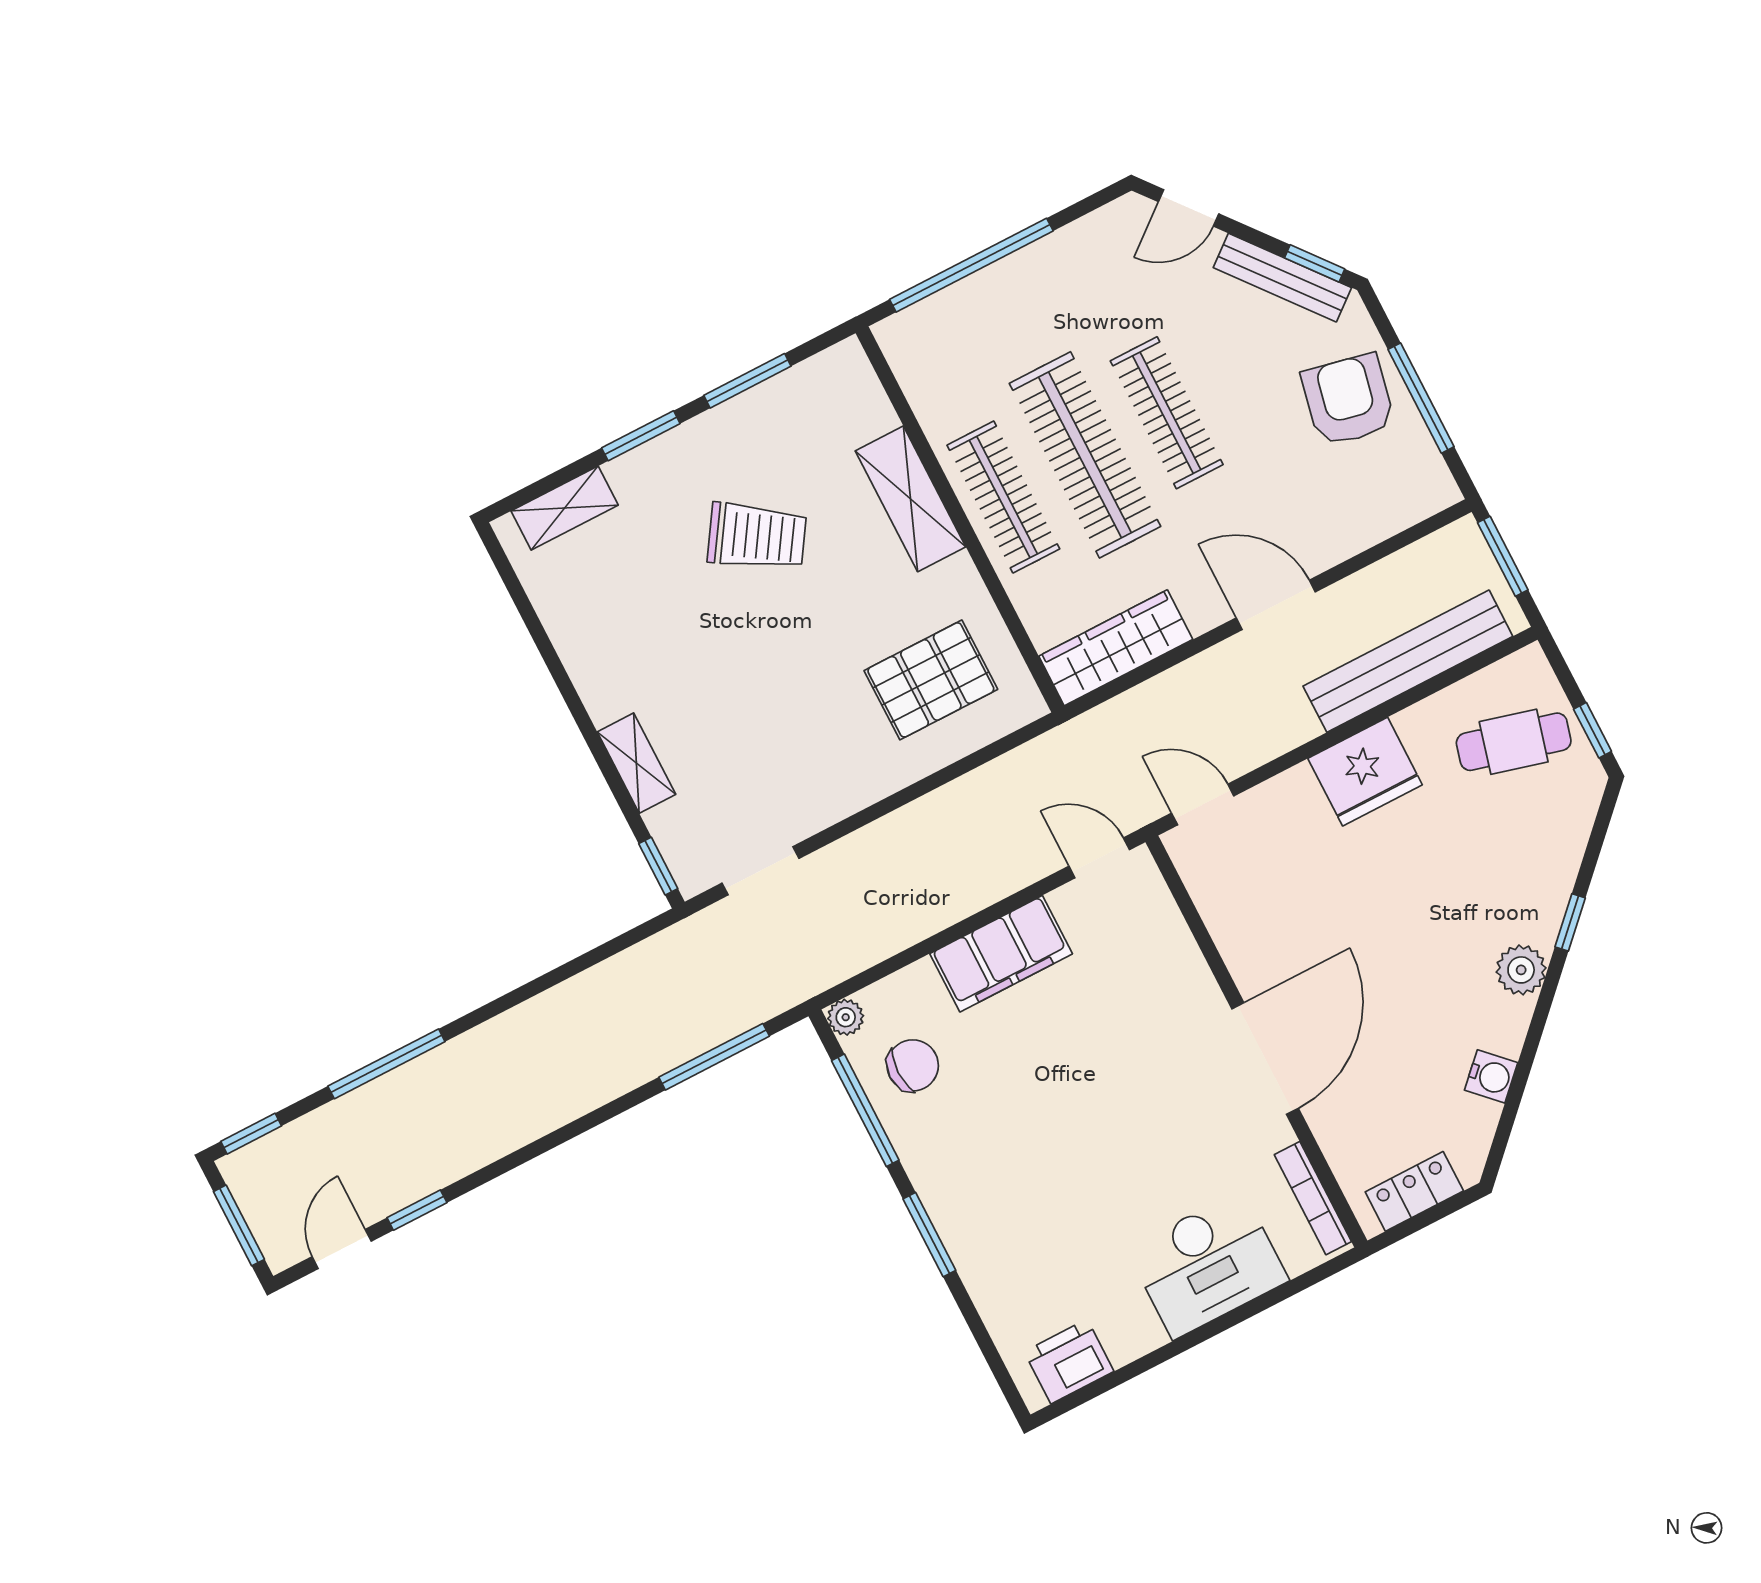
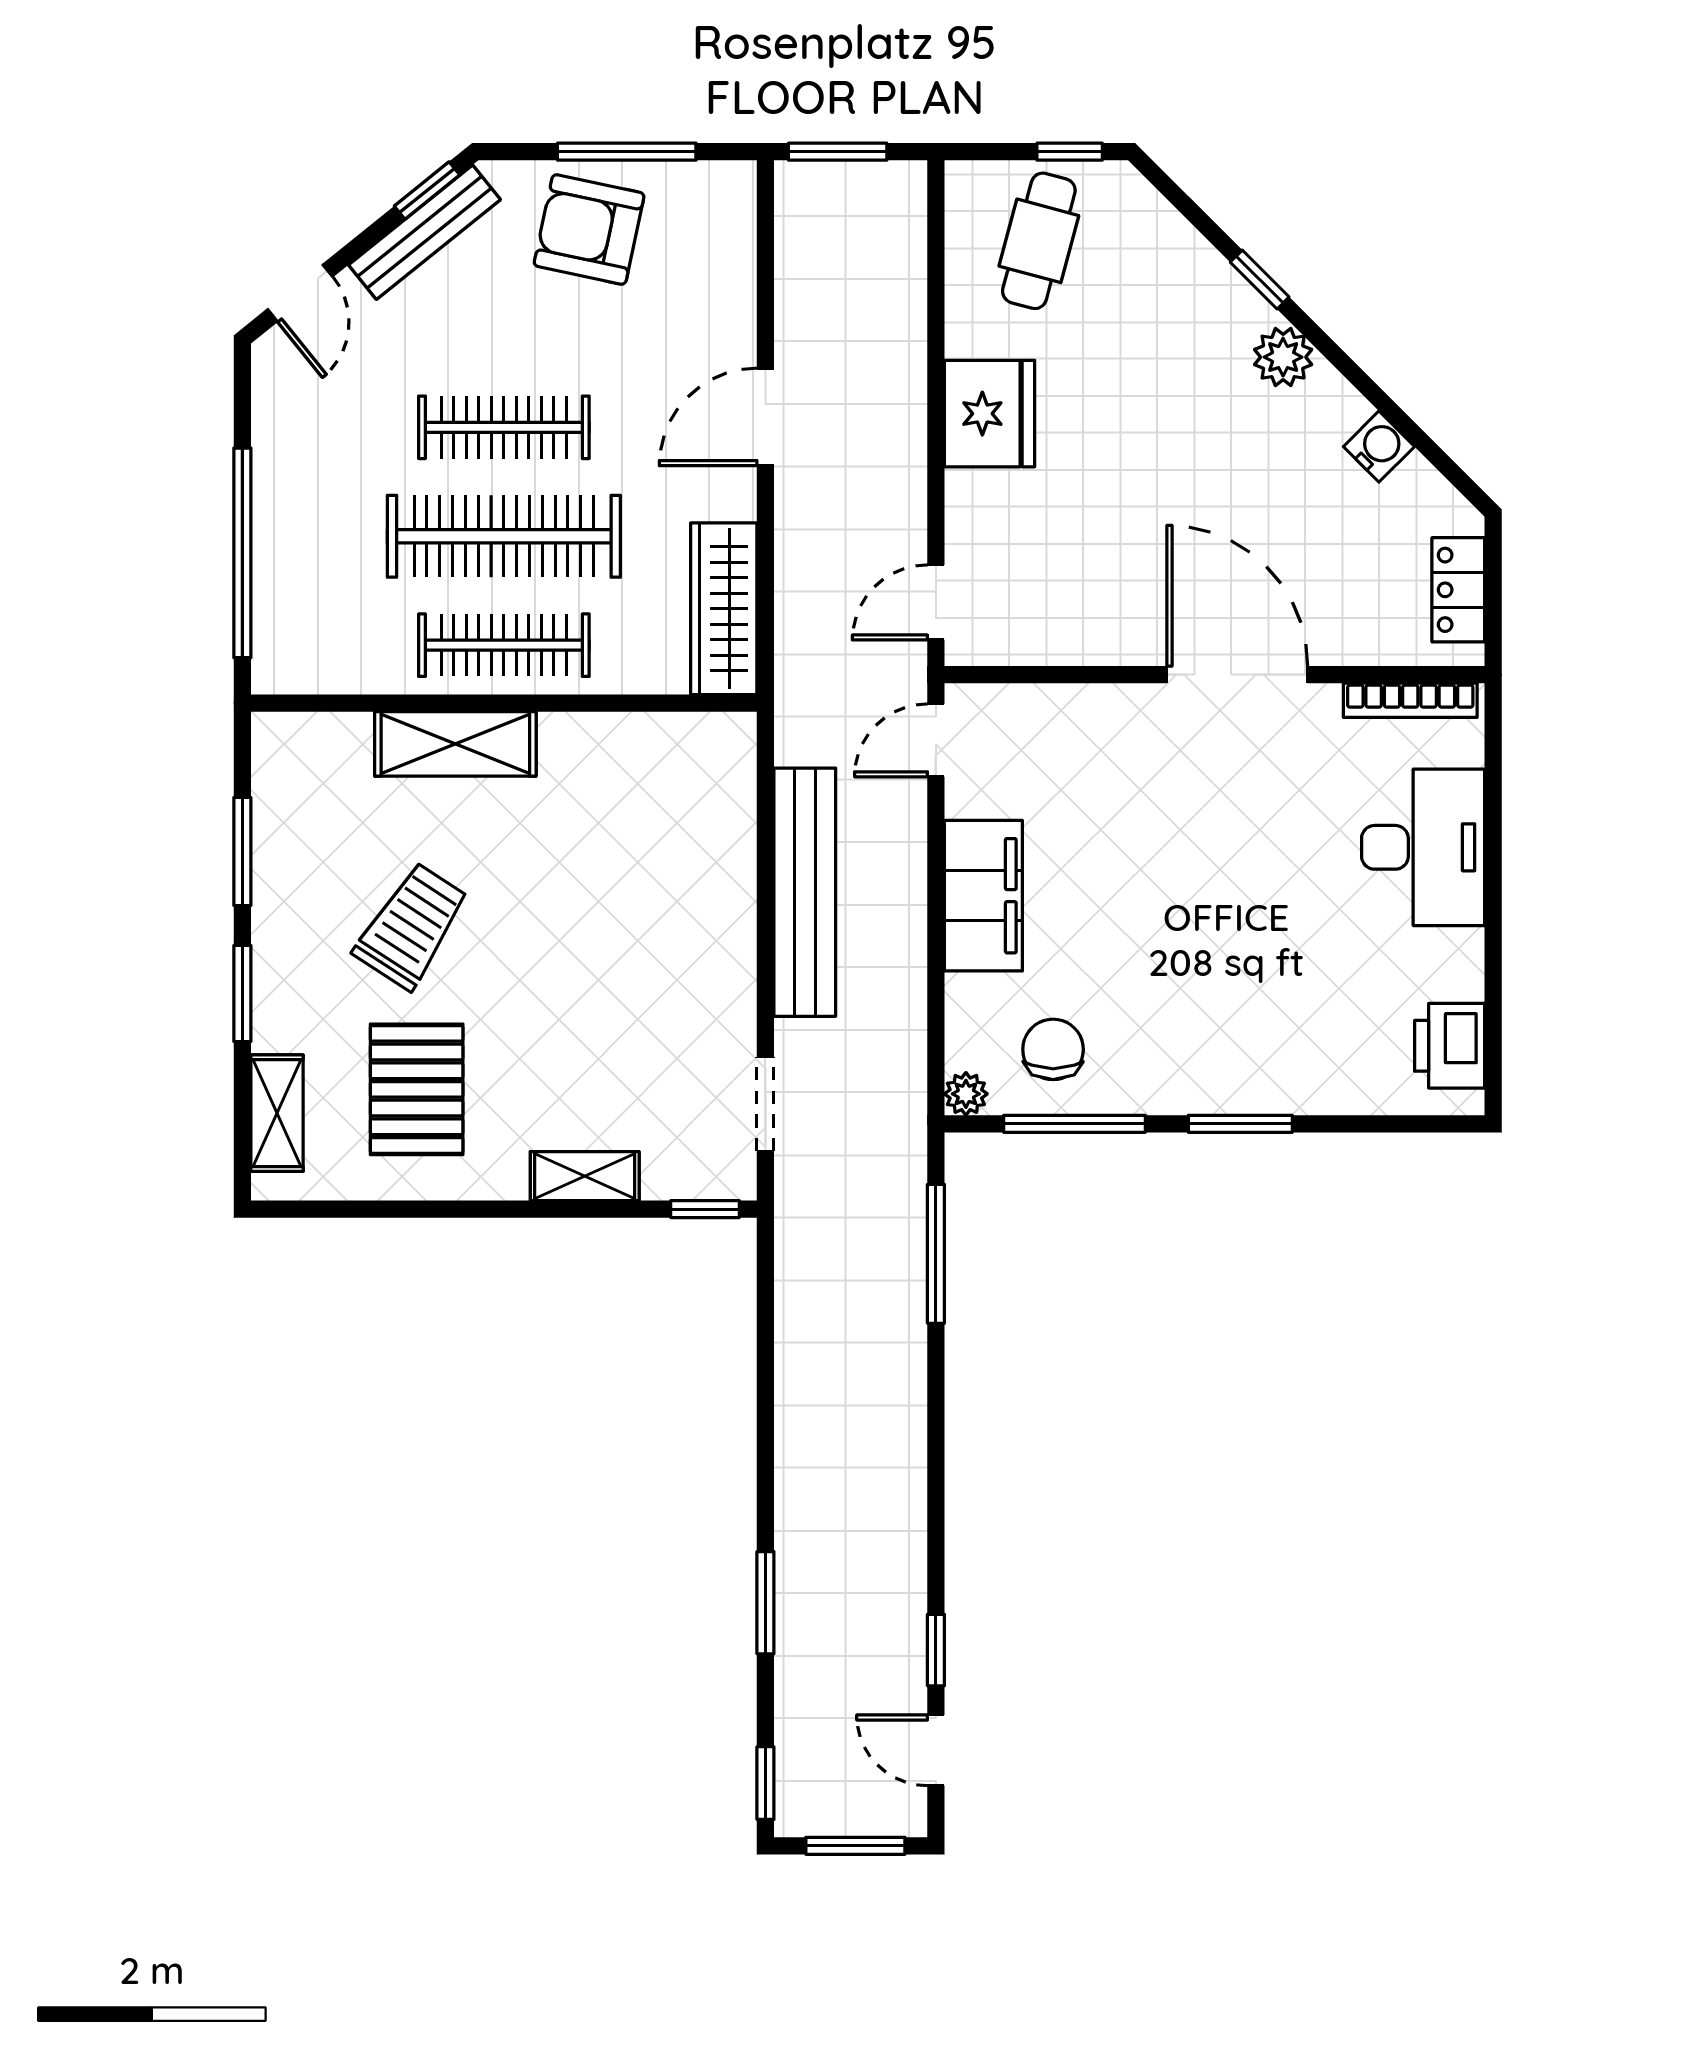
bench: (1408, 661) -> (805, 892), moved
pallet: (931, 680) -> (417, 1089), moved
window: (386, 1064) -> (765, 1603), width x0.69

